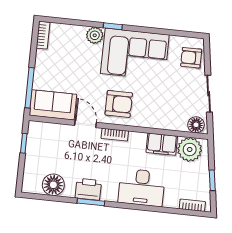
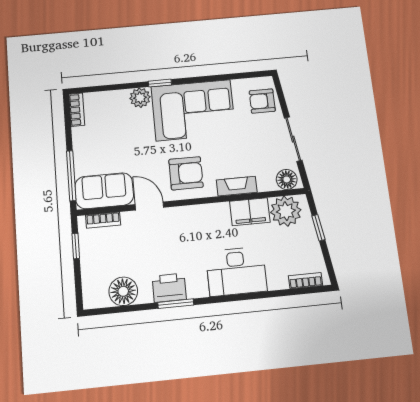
fireplace: (156, 122) -> (237, 186), added
bookcase: (115, 135) -> (103, 220), moved
window: (212, 180) -> (318, 228), moved

